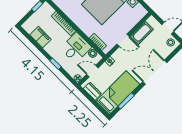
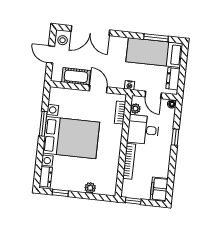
filing cabinet: (40, 37) -> (159, 189), moved
double door: (155, 72) -> (90, 31), moved

